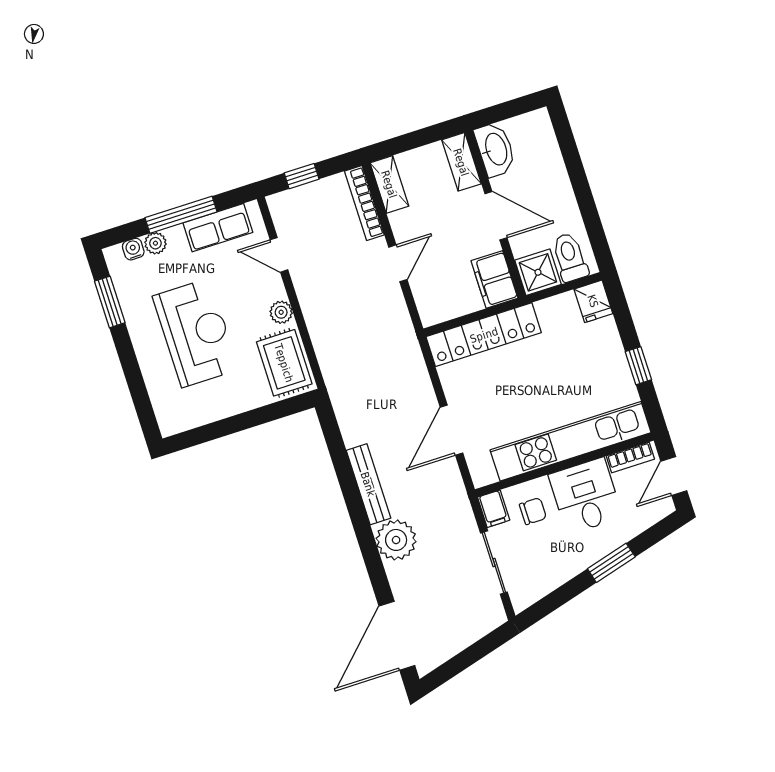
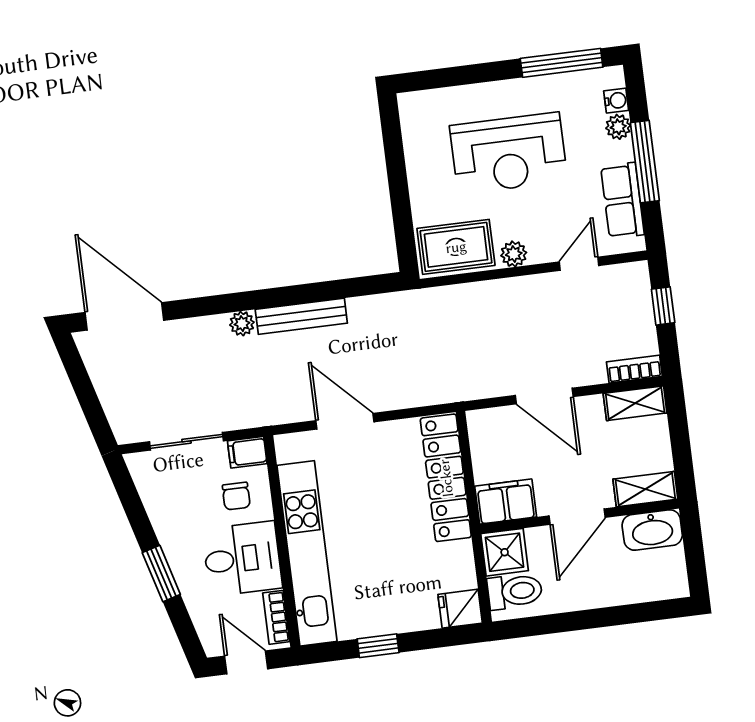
bookcase: (364, 203) -> (634, 369), width x0.64
door: (398, 263) -> (544, 396), width x1.38
window: (110, 302) -> (562, 63), width x1.44
plant: (396, 540) -> (242, 324), width x0.53, depth x0.53

